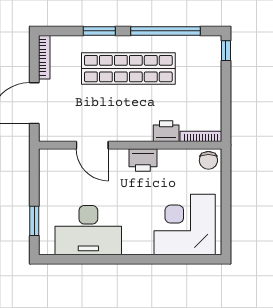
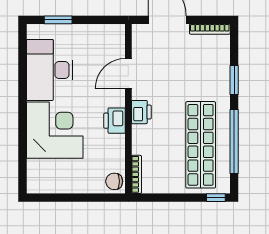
shop shelf: (128, 69) -> (201, 145), moved
printer: (166, 131) -> (141, 112), moved
corner desk: (185, 224) -> (55, 130), moved

